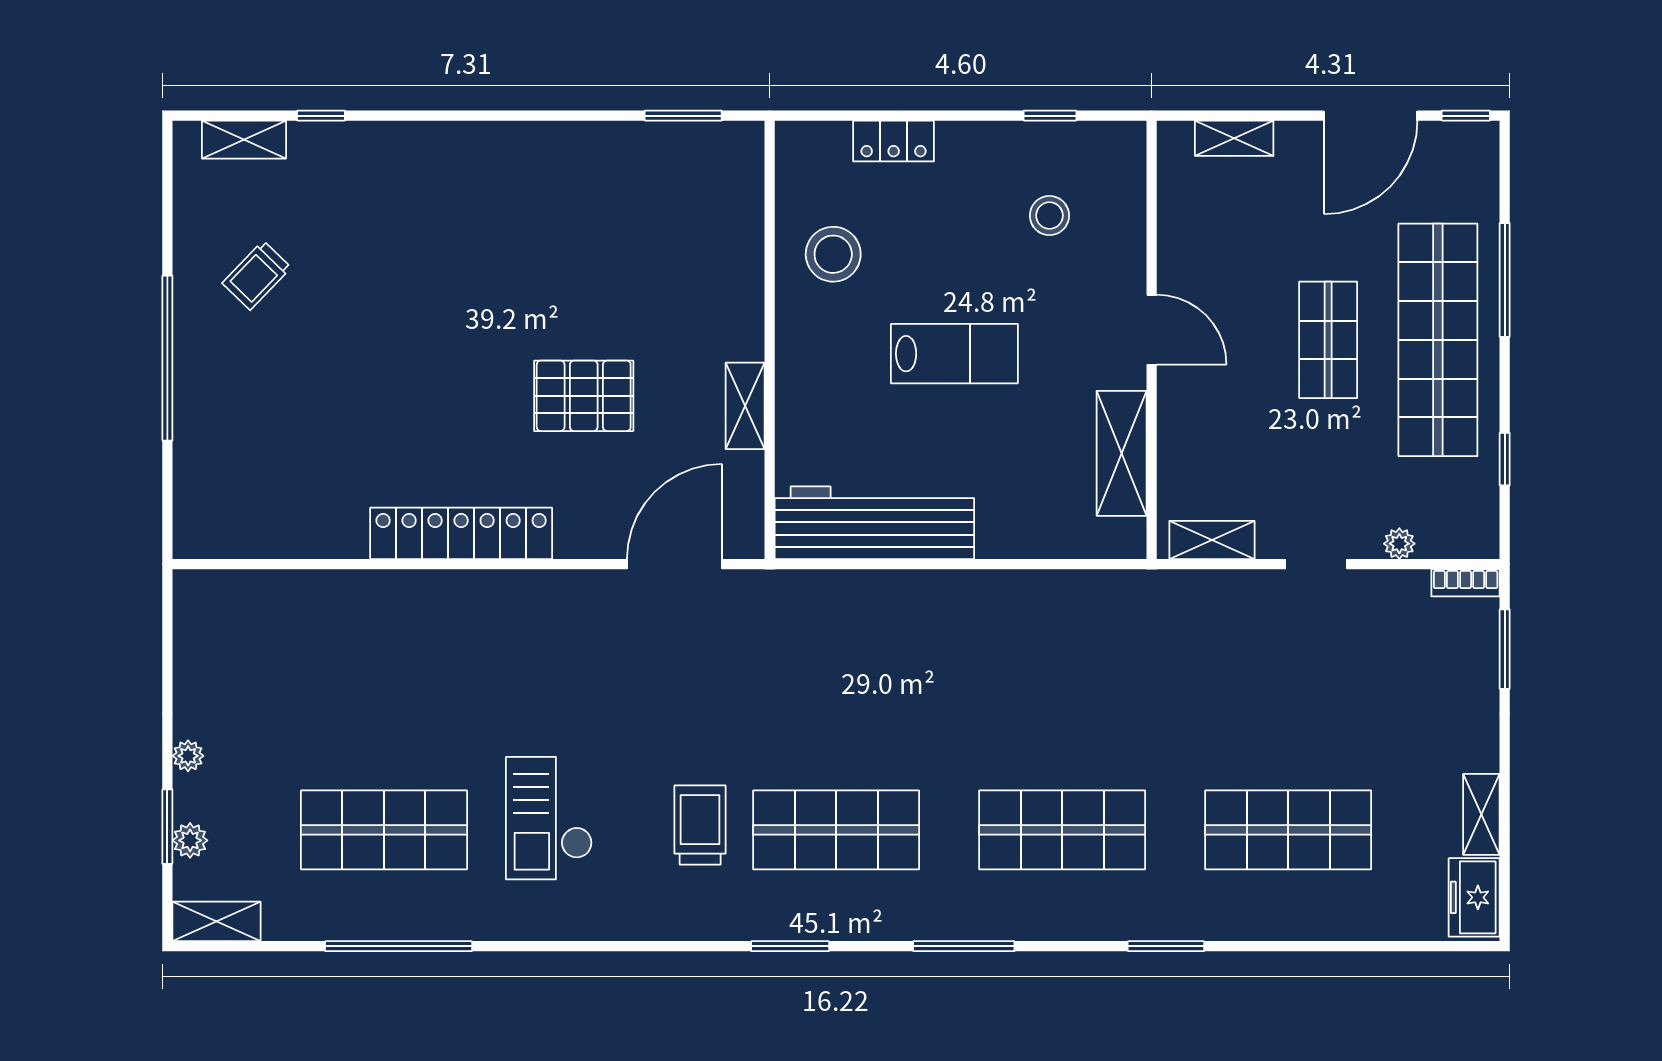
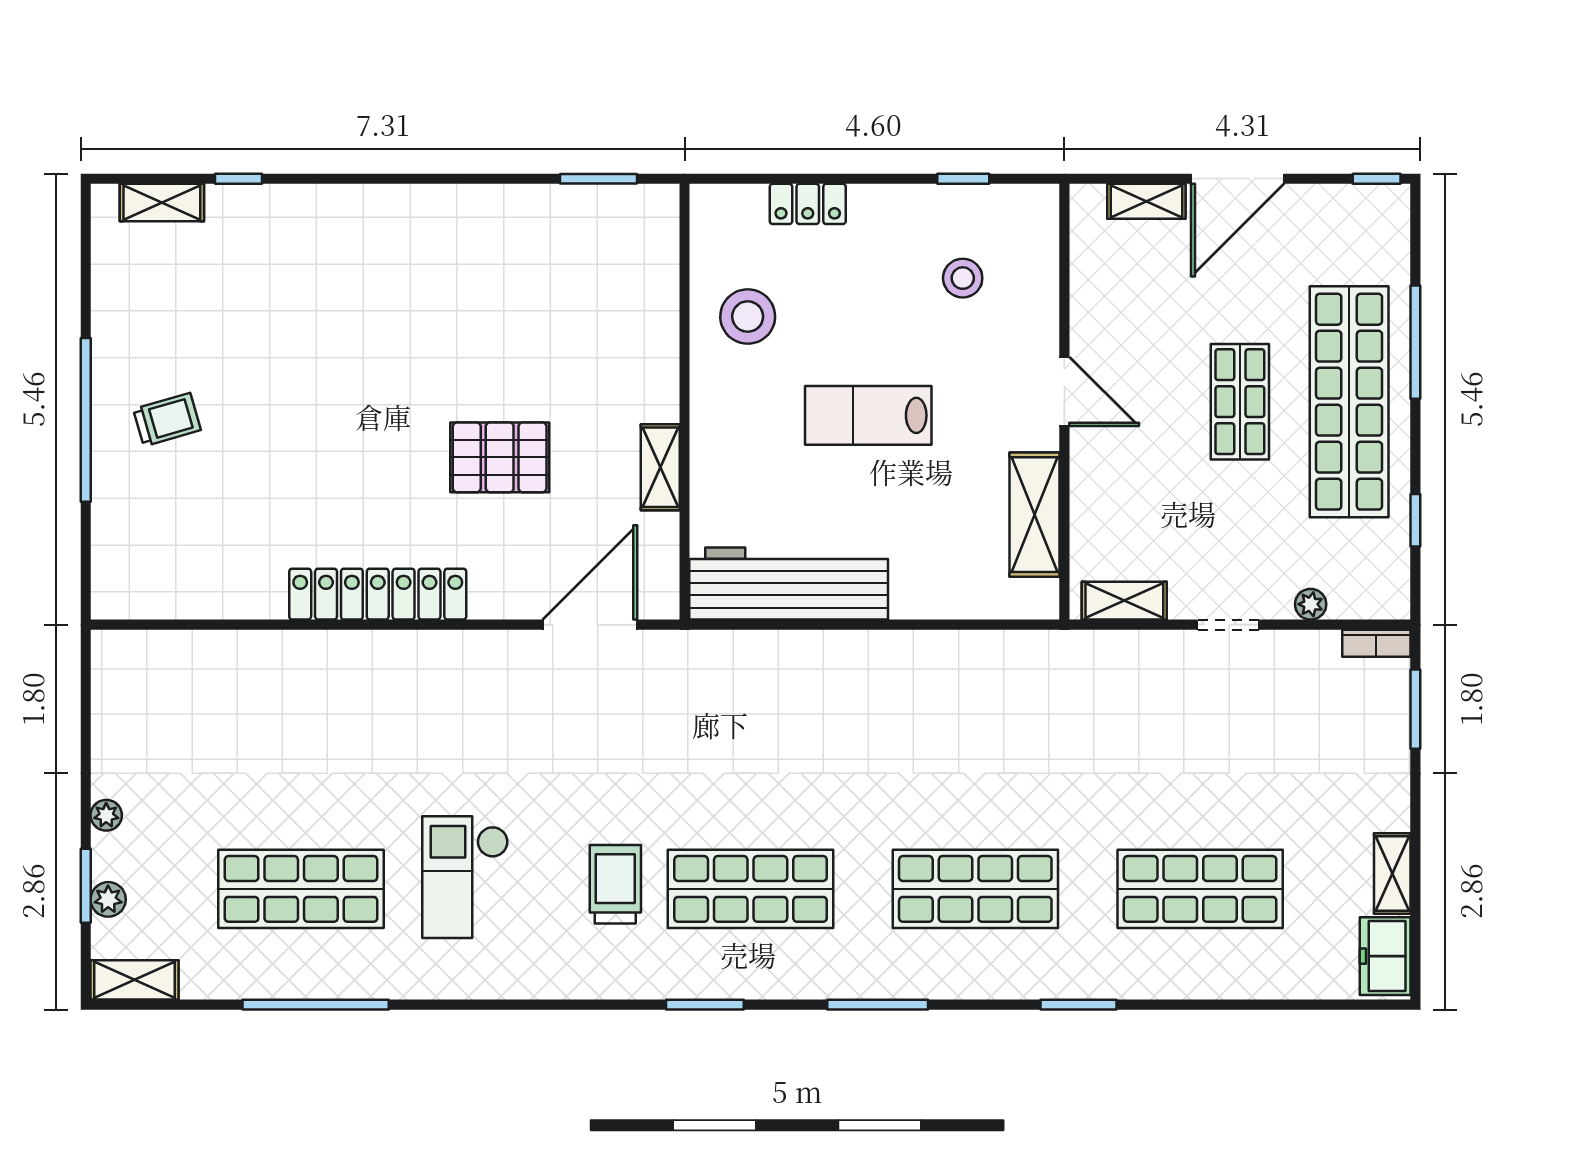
door: (1371, 116) -> (1238, 179), moved
trolley: (257, 275) -> (167, 420), moved, turned -150
lab bench: (954, 354) -> (868, 415), turned 180

